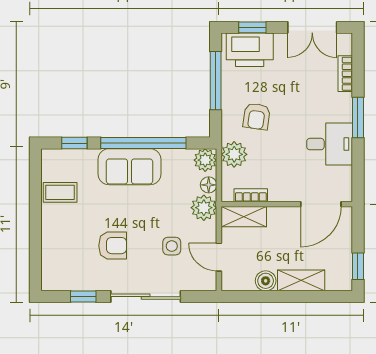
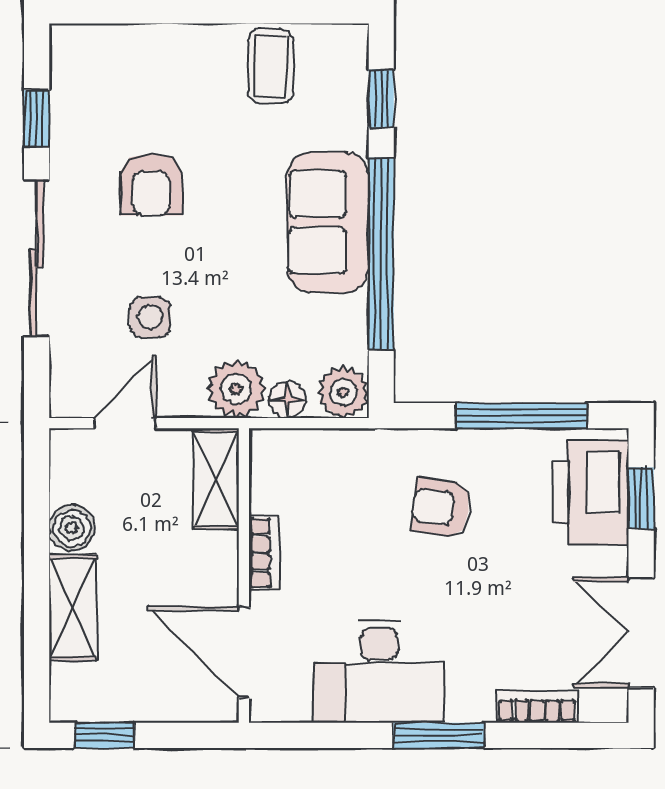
desk: (330, 144) -> (379, 672), width x1.37
plant: (234, 154) -> (356, 457), removed
bookcase: (251, 195) -> (264, 553), moved

